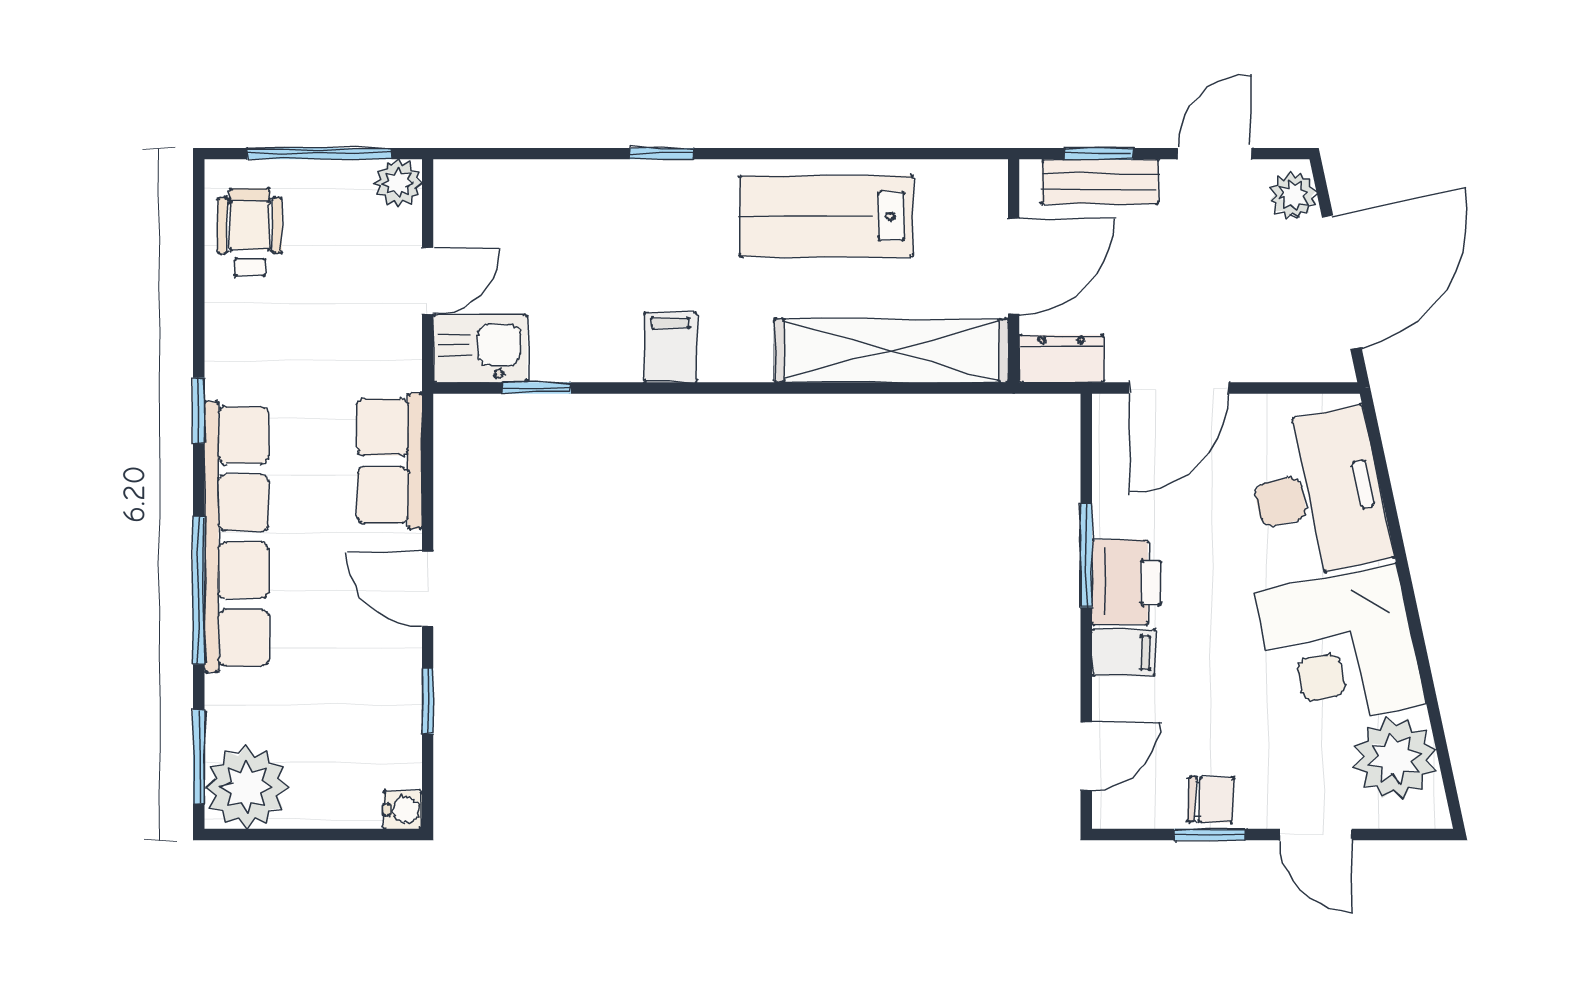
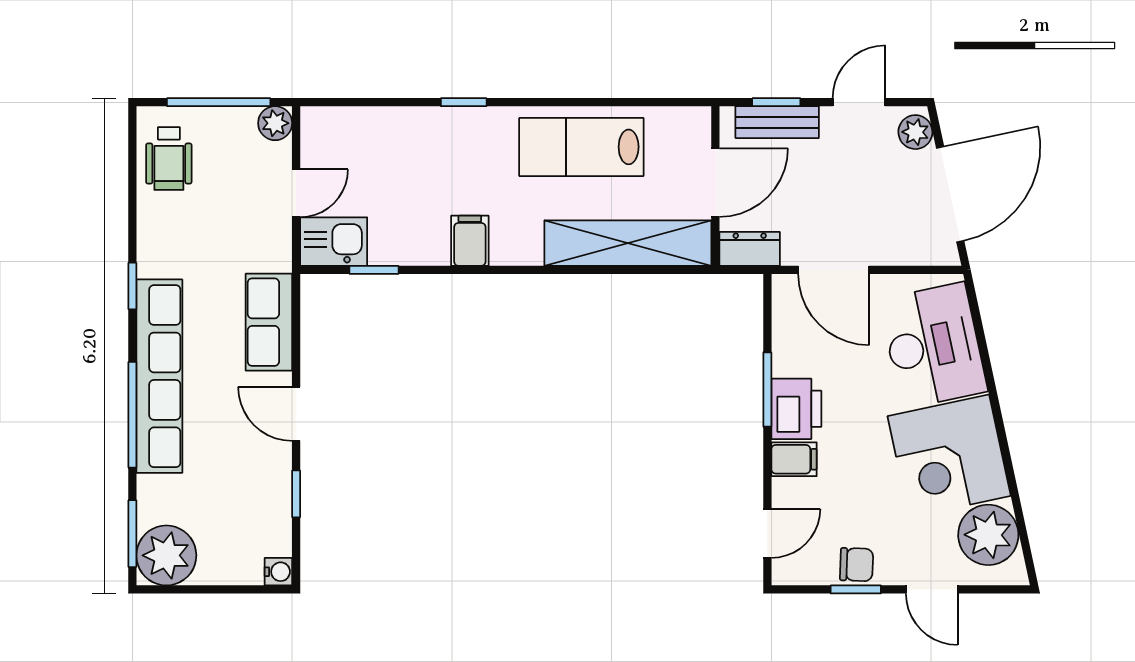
wheelchair: (250, 232) -> (169, 158), turned 180
door: (1179, 388) -> (834, 270), hinge flipped

